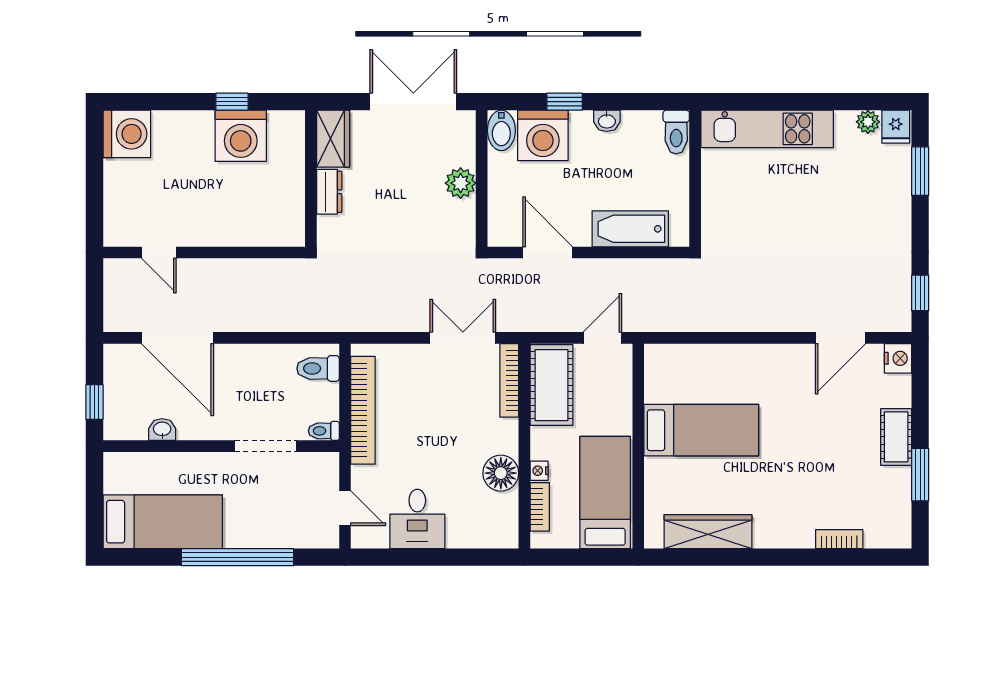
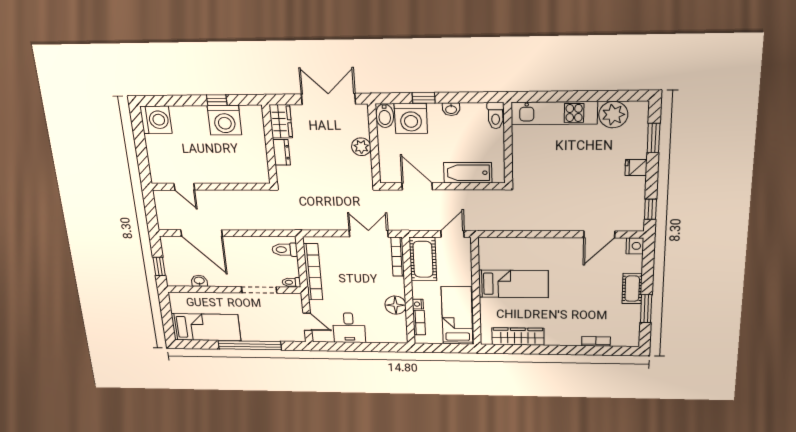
plant: (868, 122) -> (613, 115), width x1.87, depth x1.87
fridge: (896, 127) -> (636, 168), moved, turned 90

